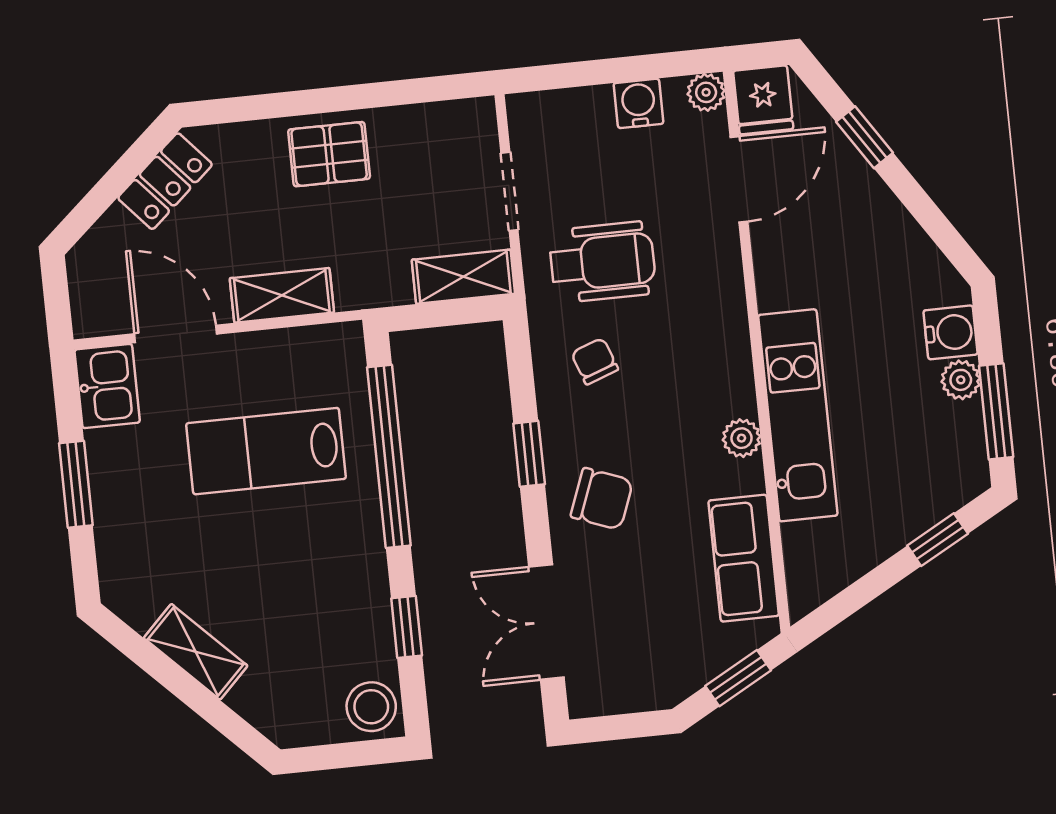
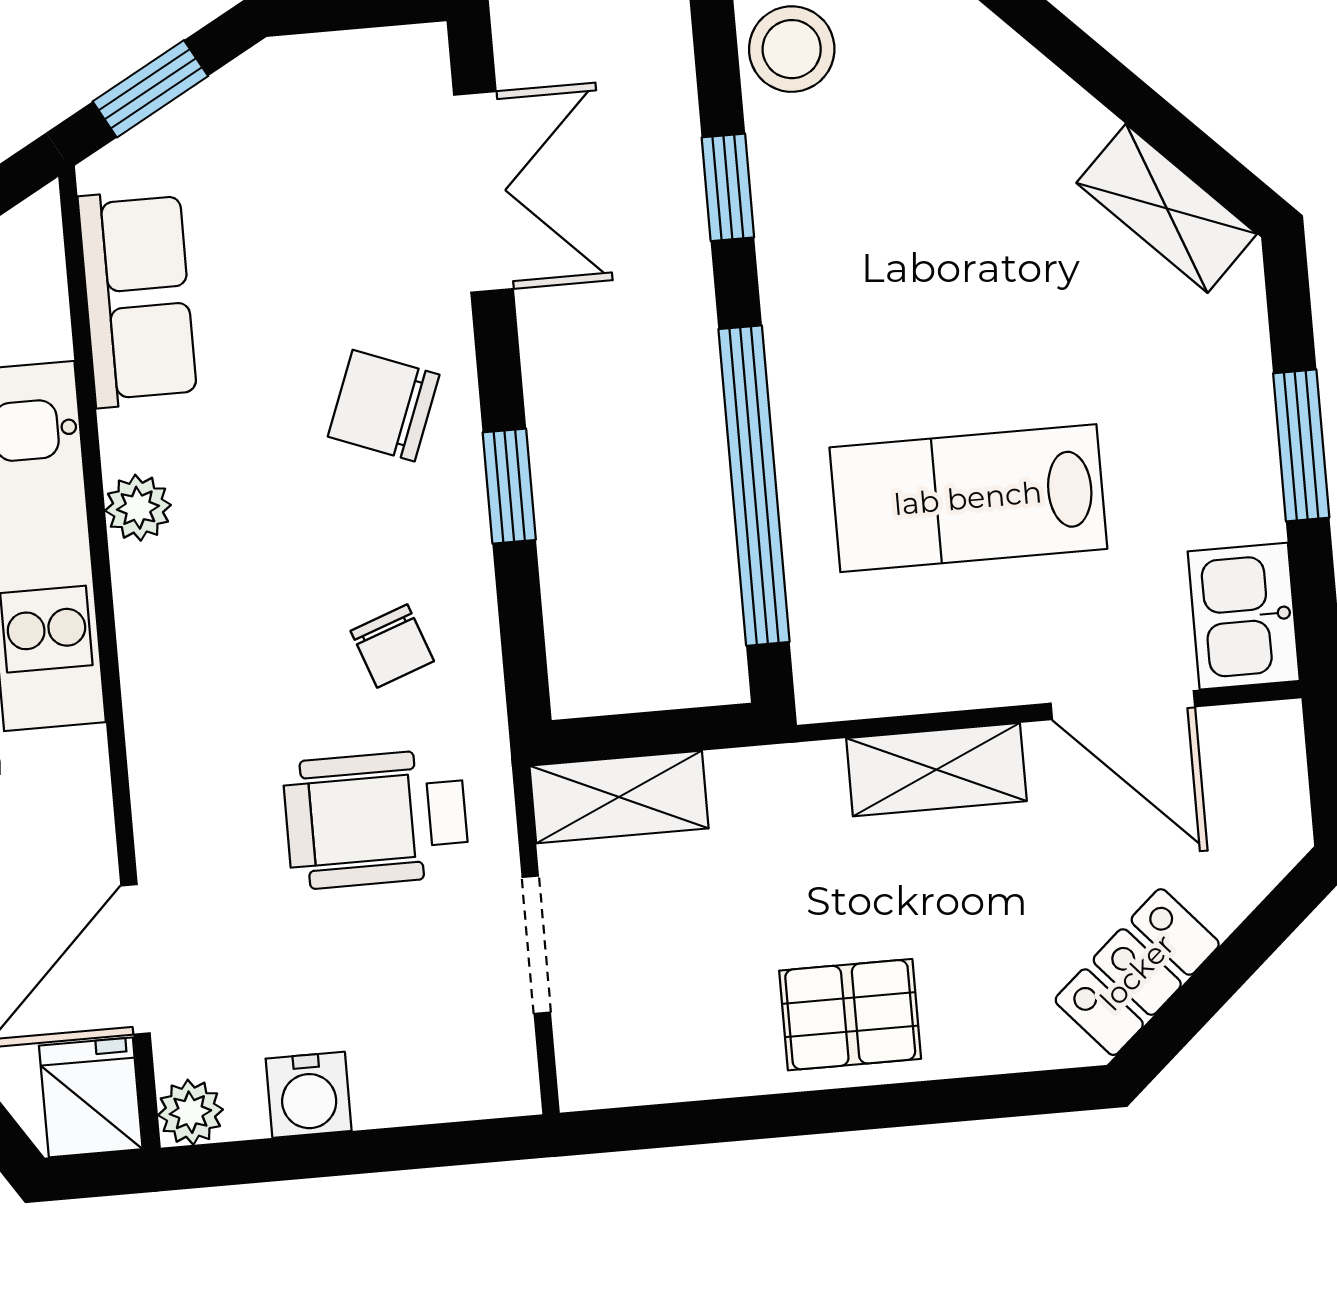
lab bench: (266, 451) -> (968, 498), turned 180
shelving: (196, 652) -> (1167, 208), moved

